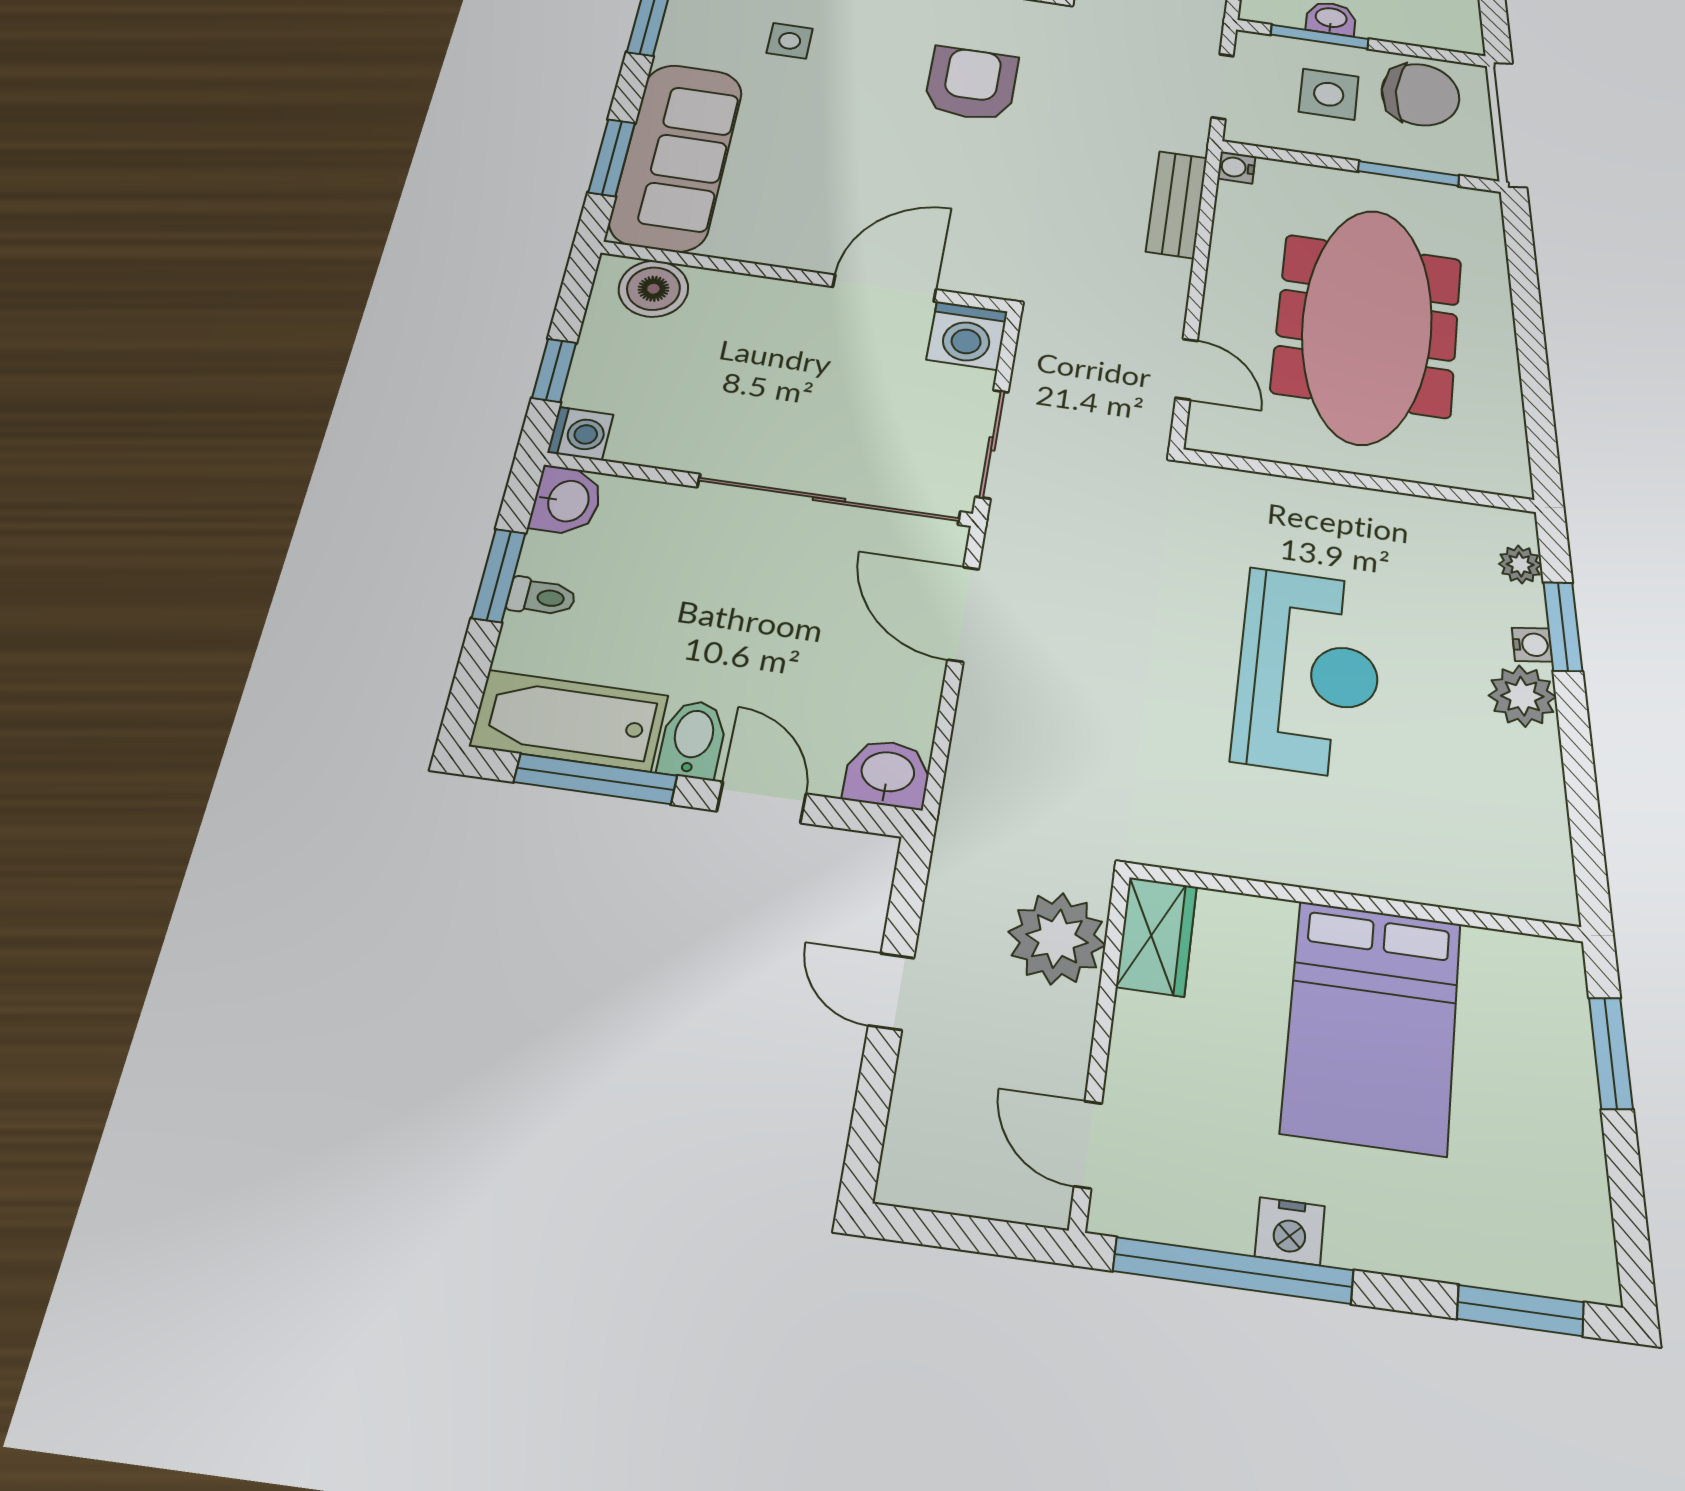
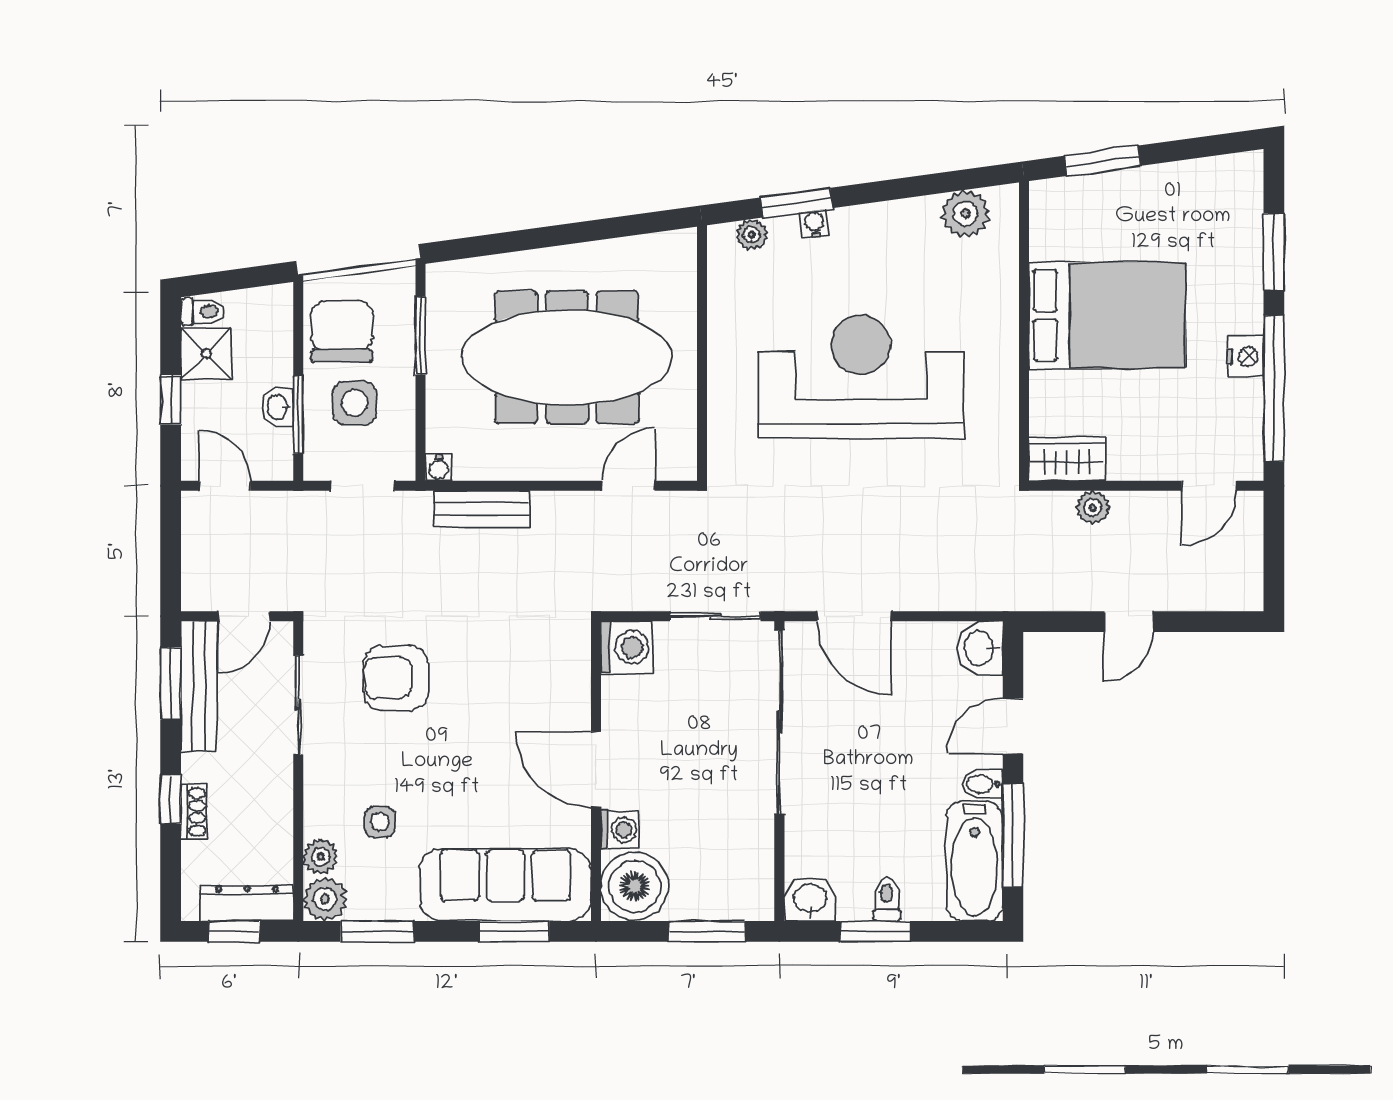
door: (884, 288) -> (596, 769), moved
boiler: (653, 289) -> (635, 886), width x1.37, depth x1.37
window: (554, 370) -> (707, 931), width x1.50
washing machine: (580, 434) -> (620, 830), moved, turned 90
door: (963, 614) -> (854, 616), hinge flipped
reception desk: (1309, 672) -> (861, 377), width x1.36, depth x1.30
plant: (1522, 696) -> (965, 214), moved
bidet: (693, 739) -> (982, 784), width x0.72, depth x0.74
plant: (1057, 939) -> (1093, 508), width x0.53, depth x0.53
window: (1520, 1311) -> (1274, 252), moved

